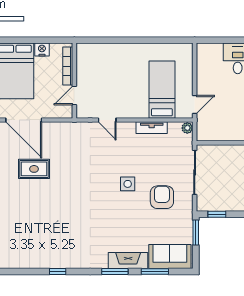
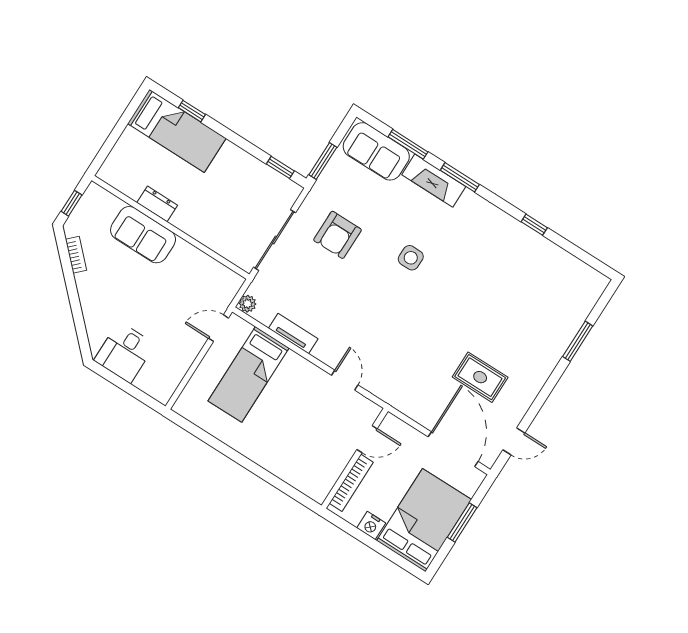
side table: (128, 184) -> (411, 258), moved

